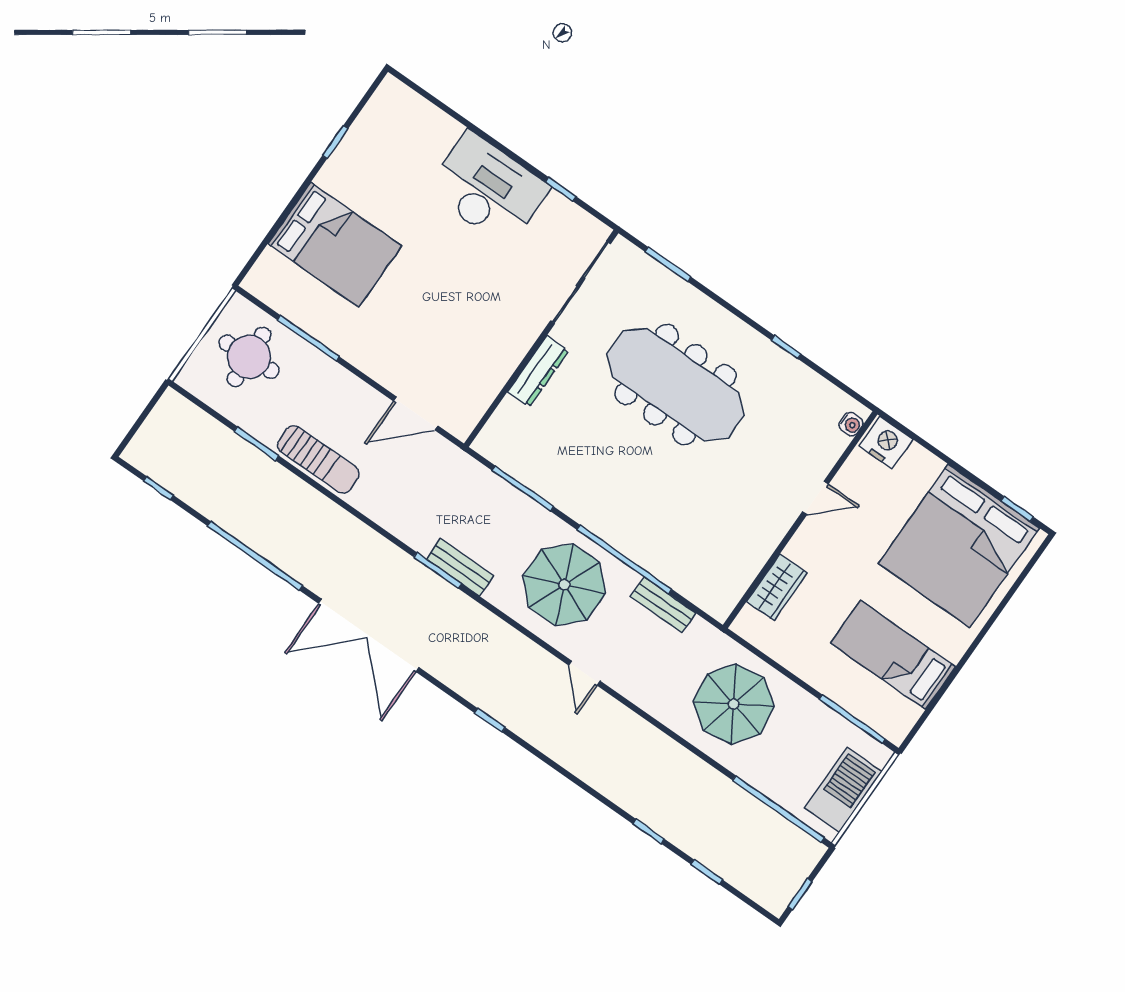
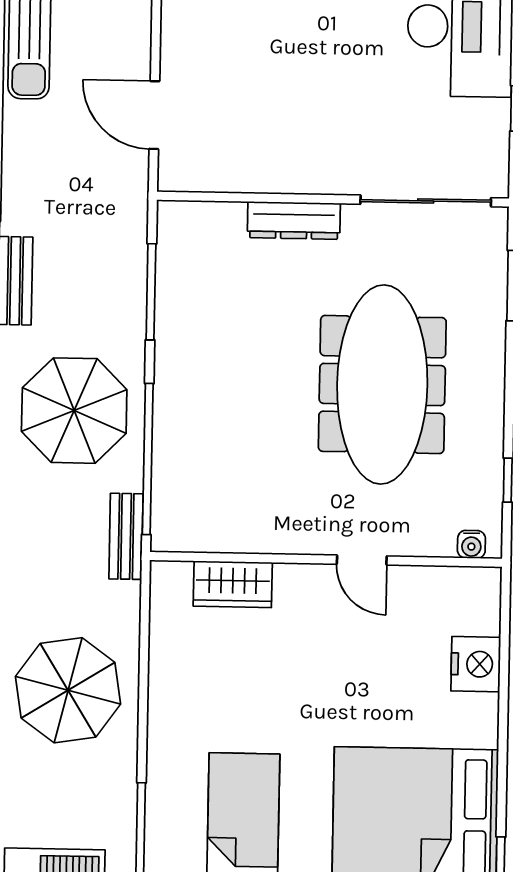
water cooler: (851, 424) -> (471, 544), moved
door: (815, 498) -> (362, 560), moved
wall: (800, 520) -> (326, 559), moved
wardrobe: (777, 587) -> (233, 584), moved

